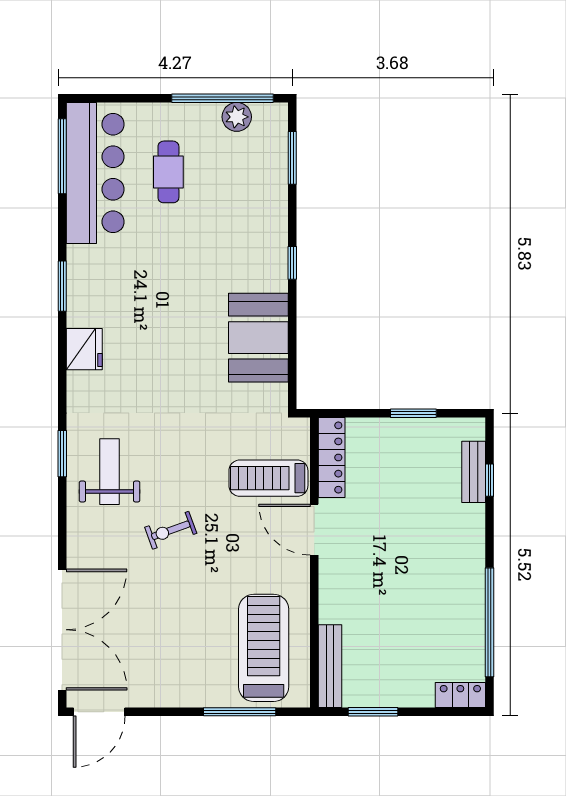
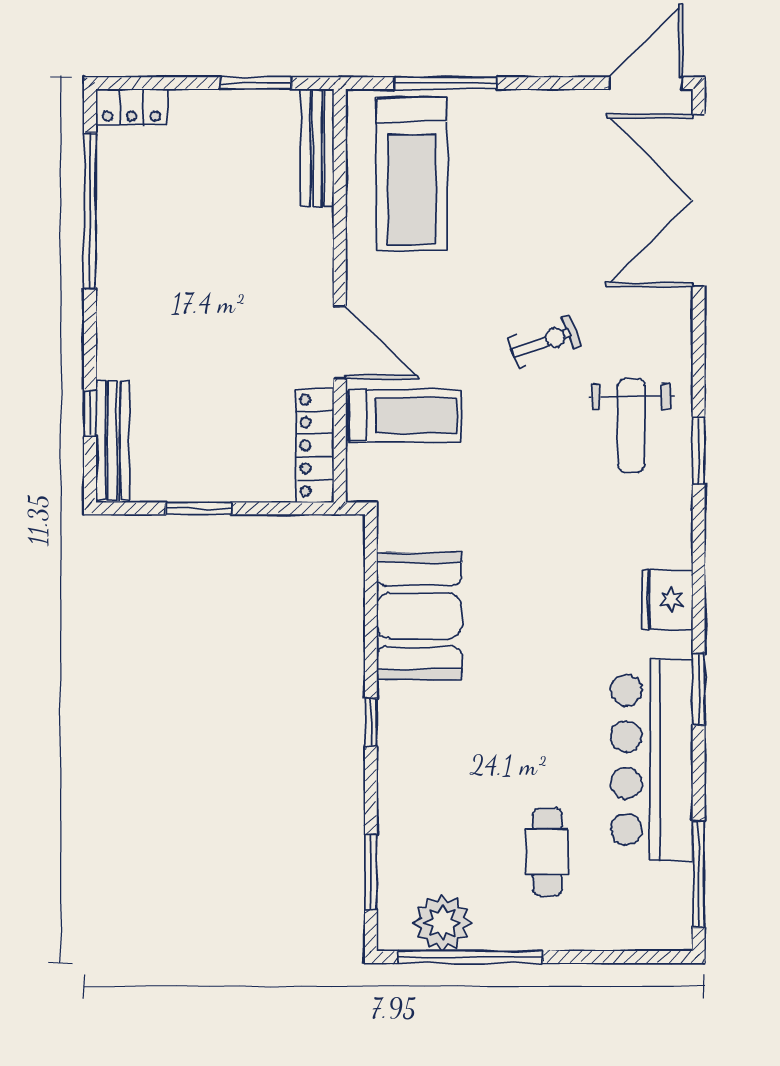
plant: (237, 117) -> (443, 923), width x1.36, depth x1.36
bar counter: (95, 173) -> (652, 760), moved
bench: (474, 472) -> (113, 441), width x1.36

